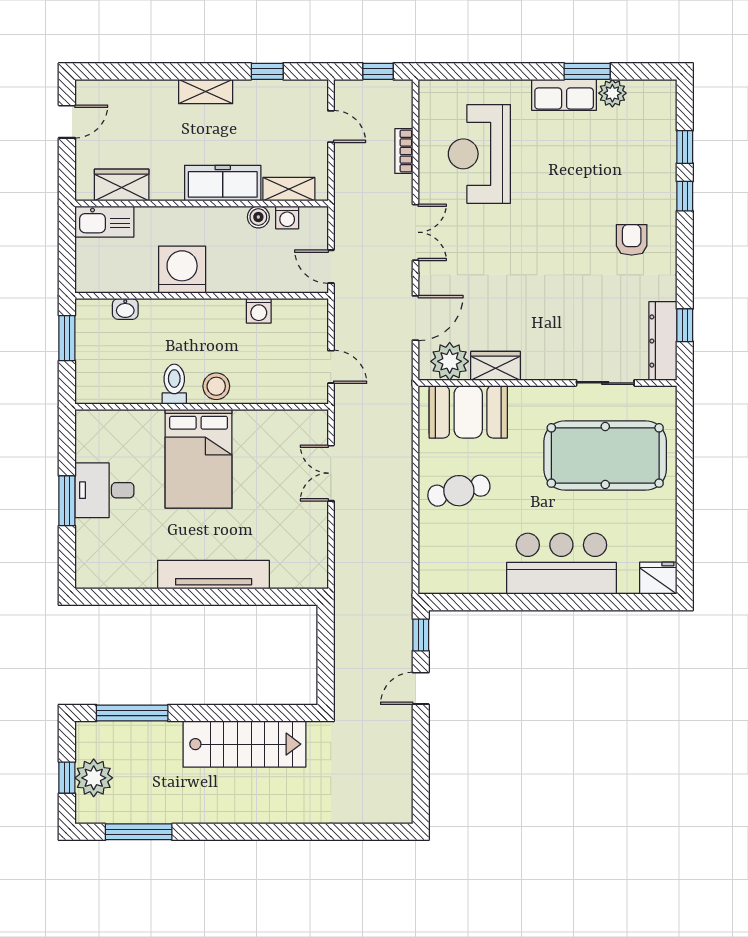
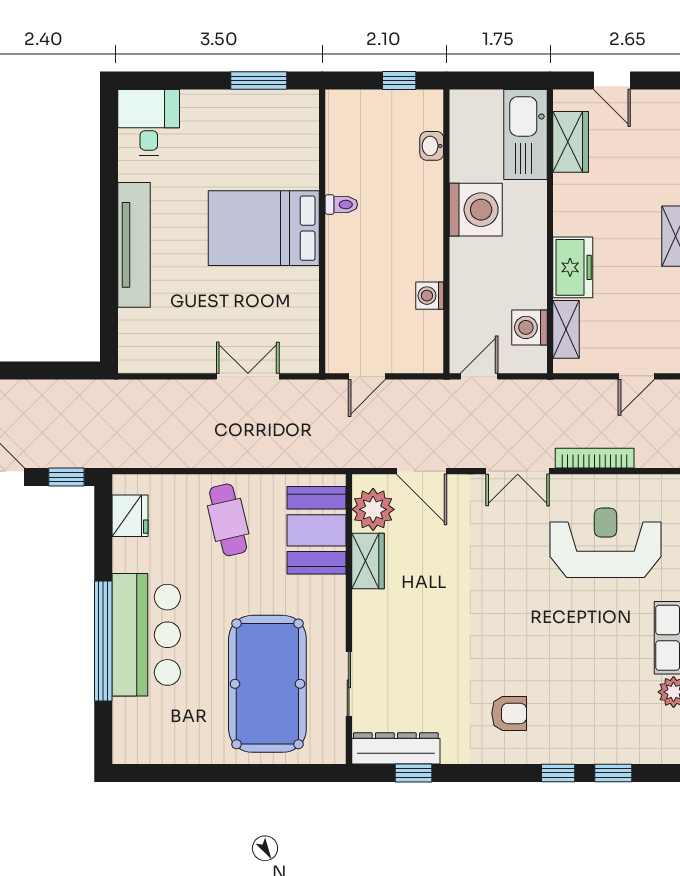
door: (67, 122) -> (612, 81), moved
bookcase: (404, 151) -> (595, 458), width x1.56
freezer: (223, 183) -> (573, 267), width x0.71
boiler: (258, 217) -> (535, 295), removed
washing machine: (287, 217) -> (529, 327), width x1.38, depth x1.38
kitchen sink: (104, 222) -> (525, 134), width x1.36, depth x1.24
window: (67, 338) -> (399, 81), width x0.67
toilet: (174, 384) -> (341, 205), width x0.73, depth x0.72
stool: (216, 386) -> (345, 248), removed
desk: (104, 490) -> (149, 123), moved
window: (67, 501) -> (259, 81), moved
fridge: (658, 578) -> (130, 516), moved
window: (567, 602) -> (103, 641), added

